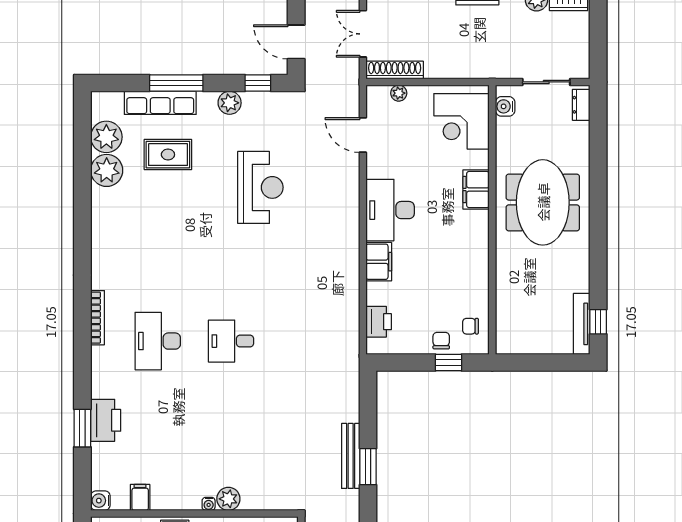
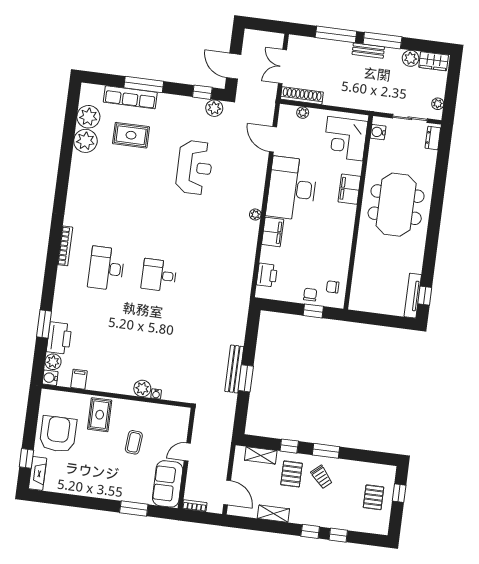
plant: (582, 57) -> (438, 104), added
plant: (230, 103) -> (214, 108), moved
desk: (390, 210) -> (292, 188), width x1.36, depth x1.30
plant: (352, 241) -> (255, 214), added
printer: (106, 420) -> (59, 338), moved
plant: (102, 478) -> (53, 362), added
water cooler: (209, 504) -> (156, 394), moved

